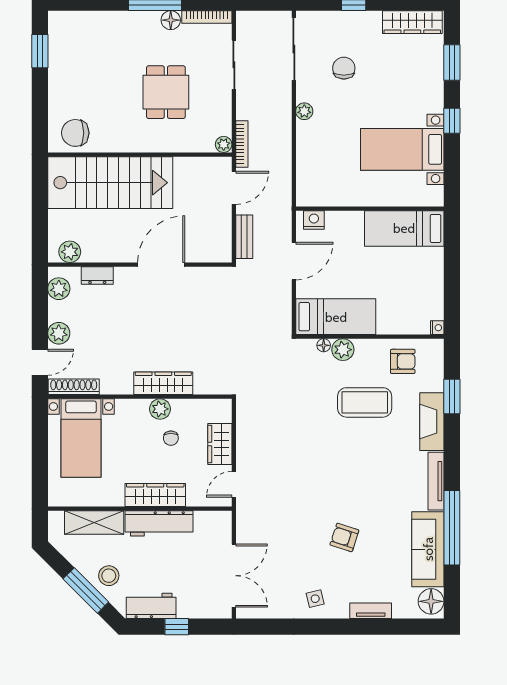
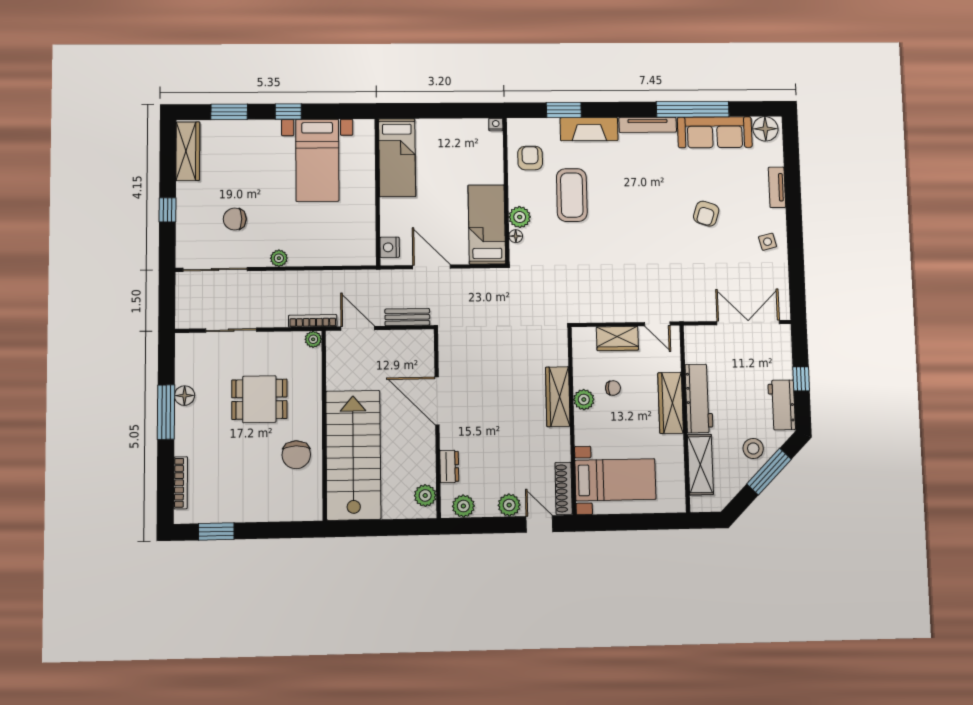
bookcase: (207, 17) -> (181, 483), moved
chair: (75, 133) -> (296, 455), moved

